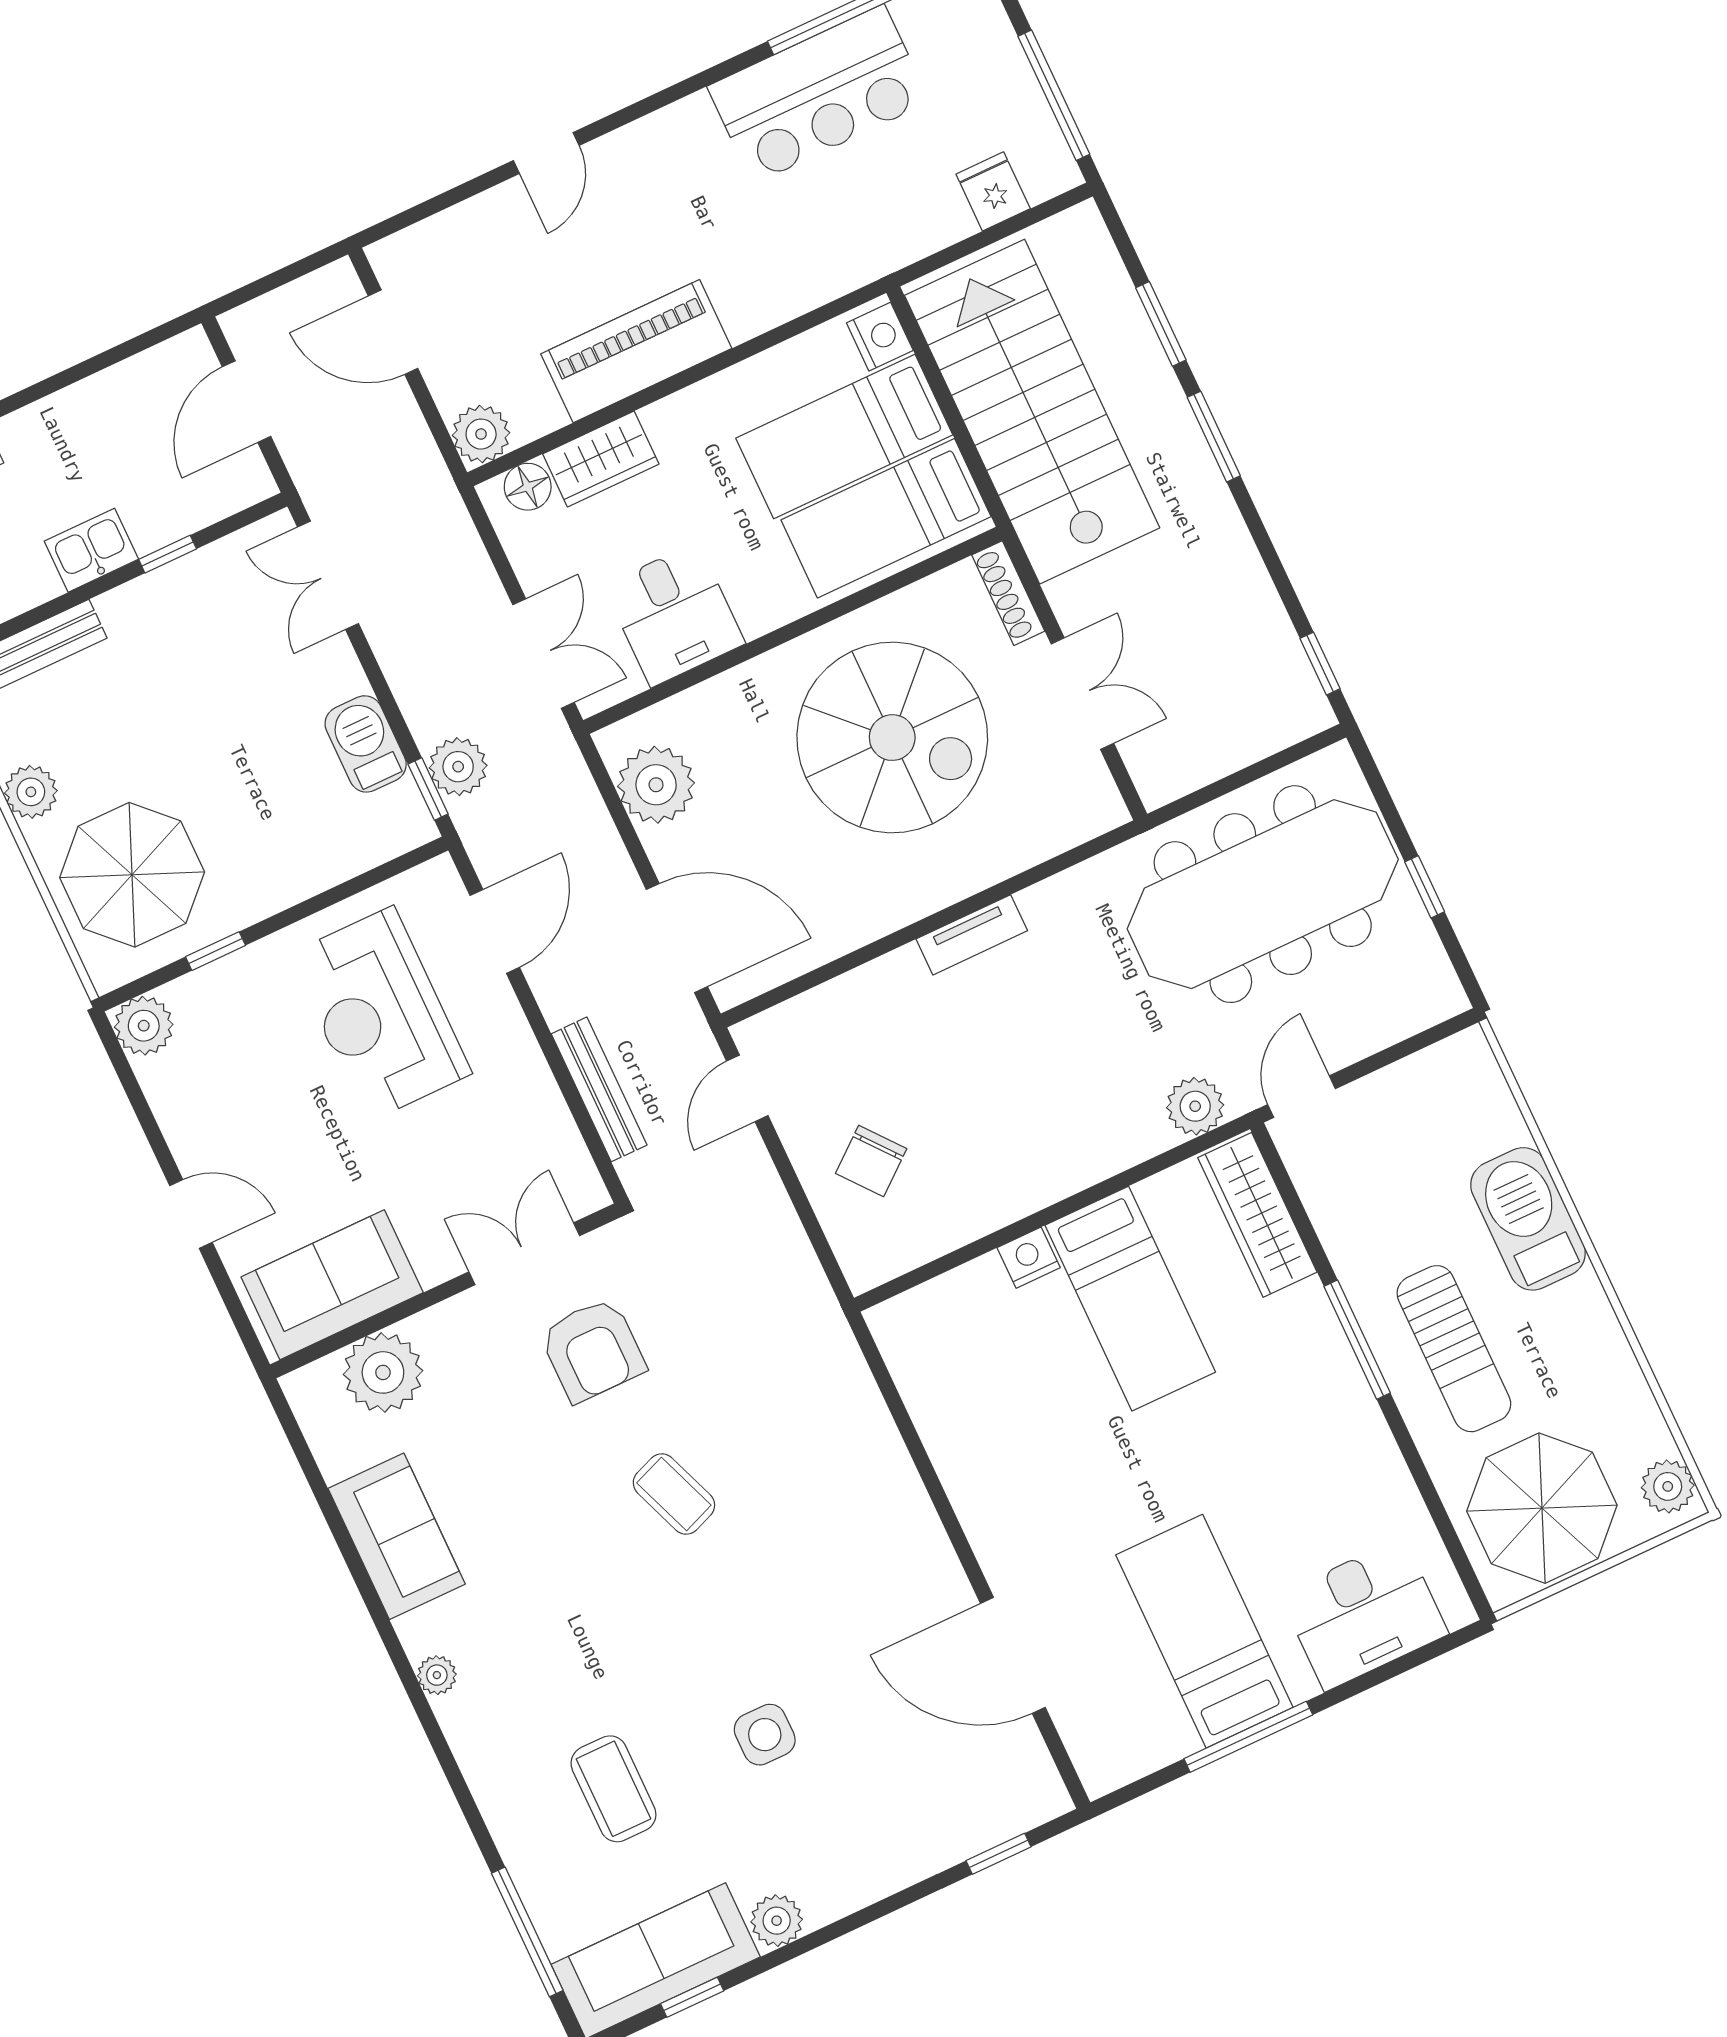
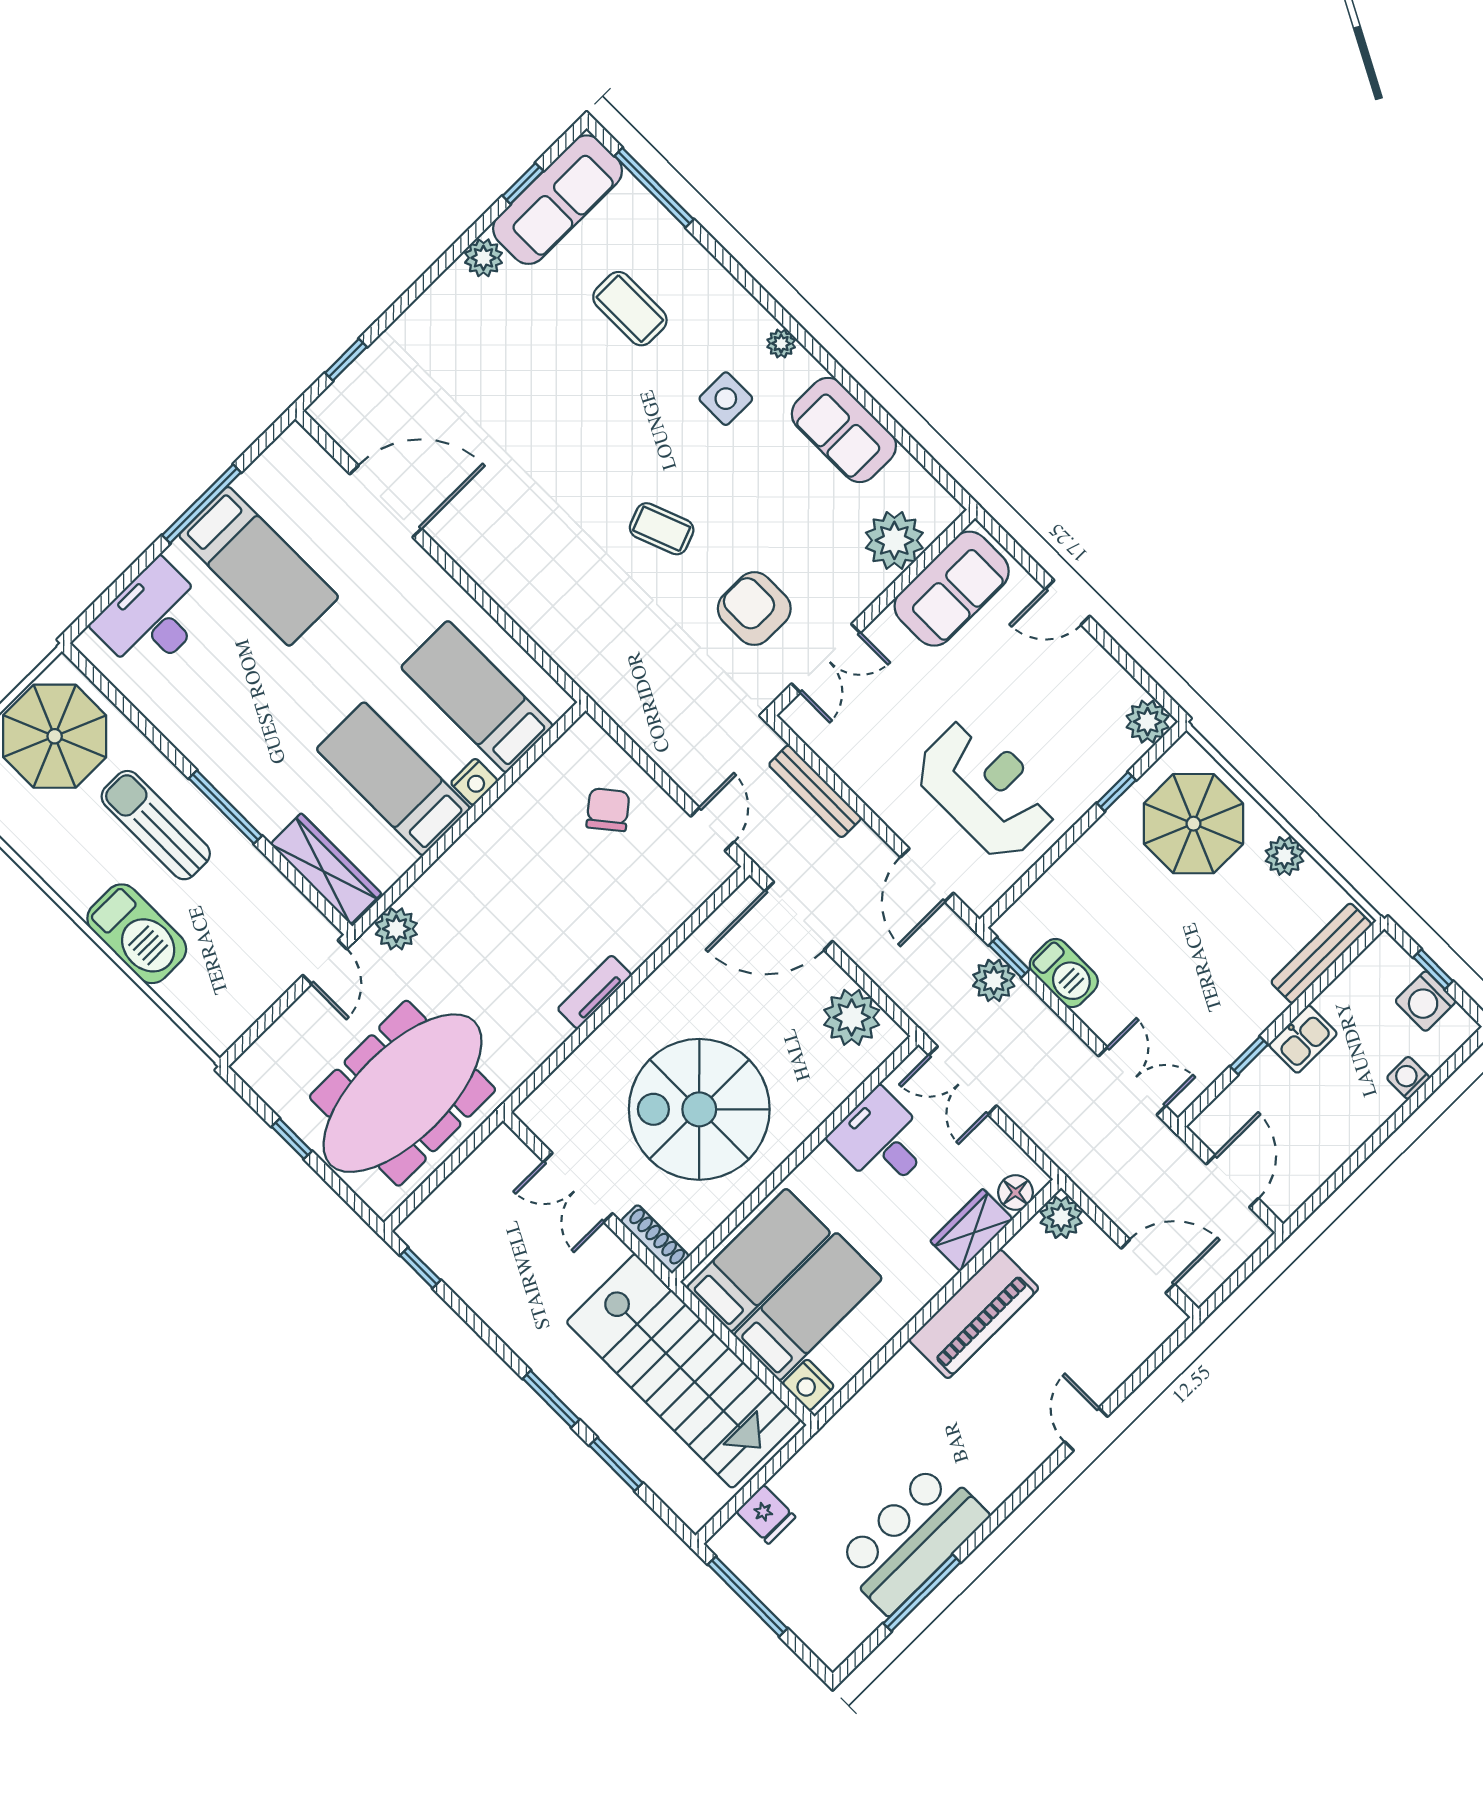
bed: (986, 1365) -> (477, 697), added
side table: (765, 1735) -> (726, 399), moved

